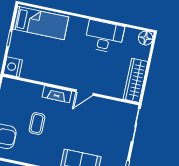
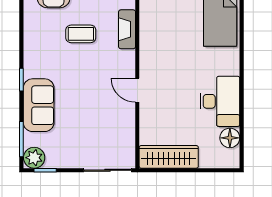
floor lamp: (146, 38) -> (230, 138), moved
fireplace: (57, 94) -> (127, 29), moved

